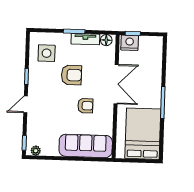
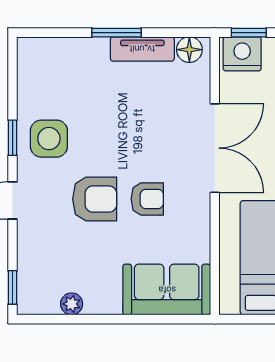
side table: (47, 53) -> (49, 139), moved
armchair: (71, 75) -> (95, 199), moved
sofa: (86, 146) -> (167, 290), width x0.73
plant: (36, 151) -> (72, 304), moved

